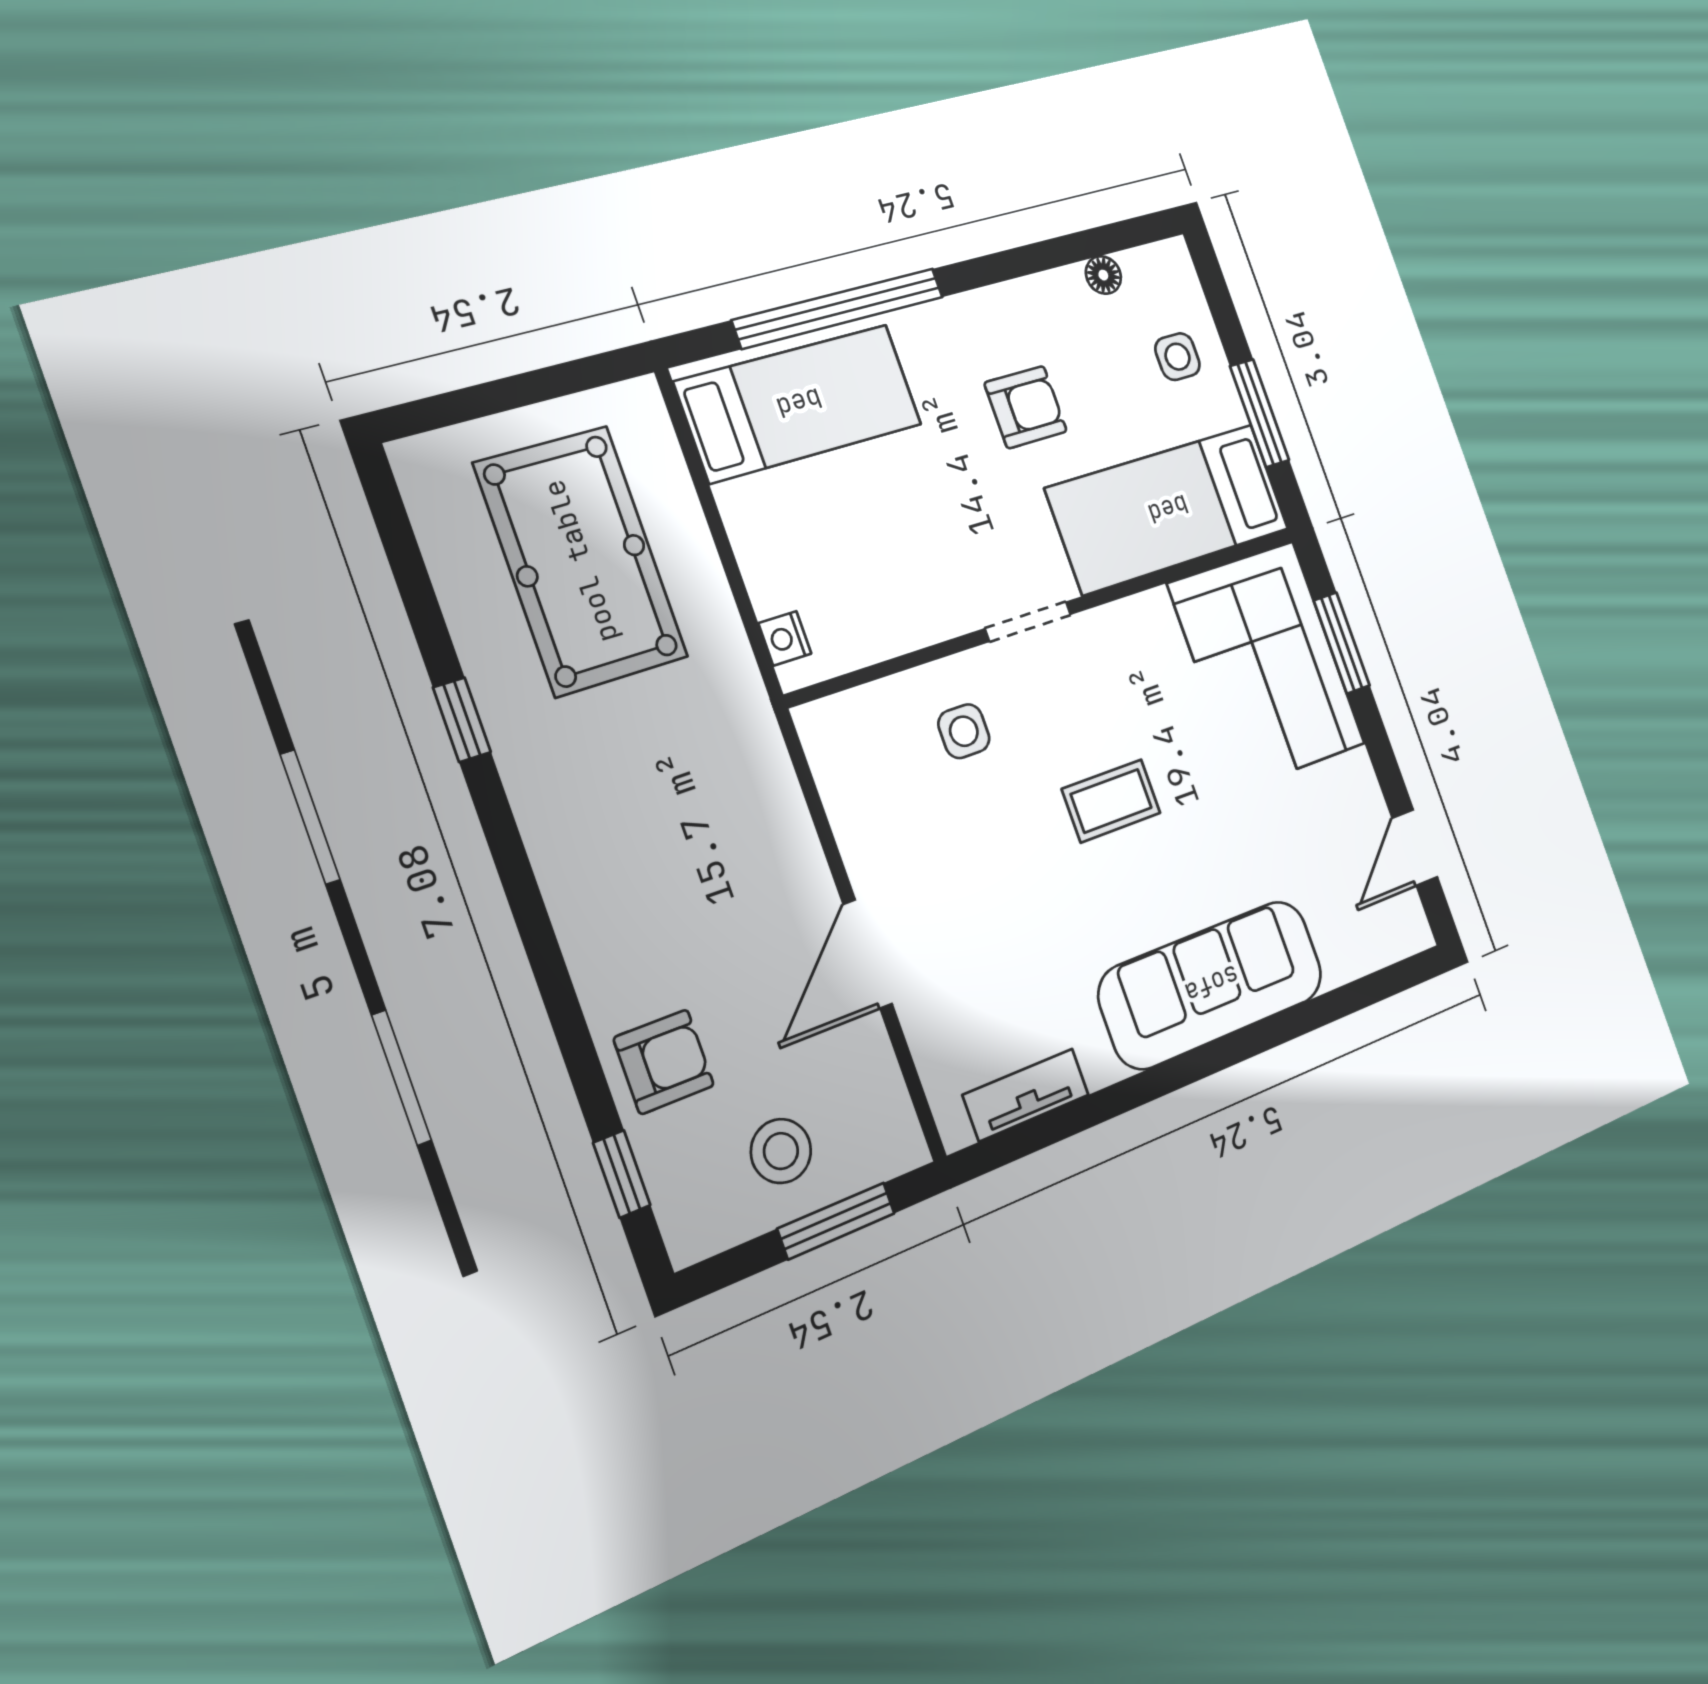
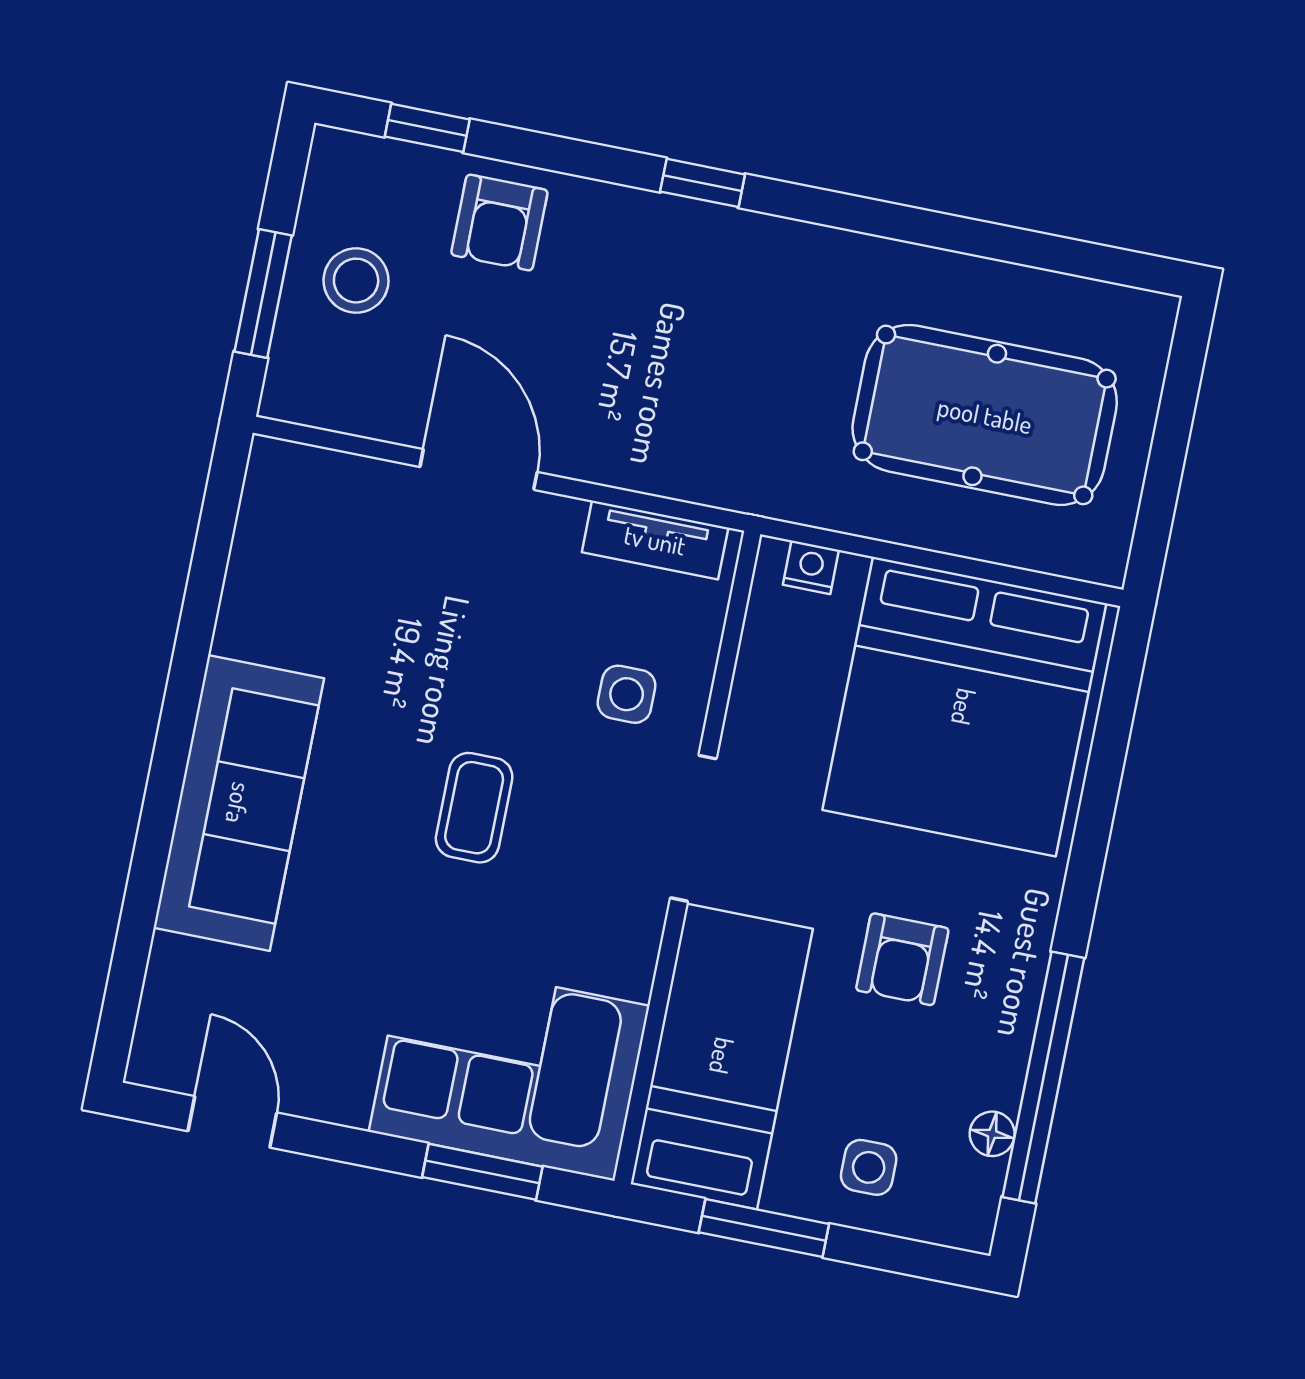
window: (839, 308) -> (1043, 1077), moved
bed: (799, 403) -> (964, 707), width x2.04
doorway: (1028, 622) -> (693, 828), width x1.38
window: (462, 720) -> (703, 183), moved
tv unit: (1026, 1095) -> (655, 540), moved, turned 90

